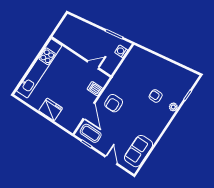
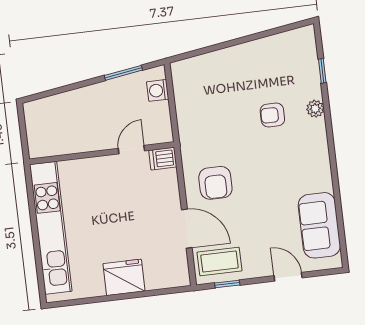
dishwasher: (95, 89) -> (163, 159), moved

